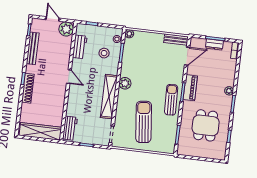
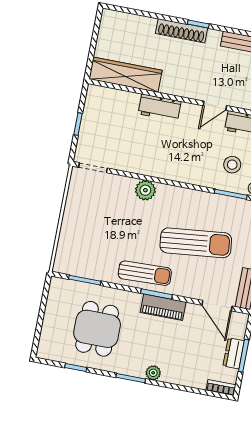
door: (69, 77) -> (215, 106), moved
plant: (125, 83) -> (145, 190), moved
shelving: (109, 97) -> (158, 168), removed
sun lounger: (144, 122) -> (196, 243), moved
dining table: (206, 125) -> (97, 329), turned 90
workbench: (70, 128) -> (160, 108), moved
wardrobe: (40, 131) -> (125, 75), moved, turned -90

